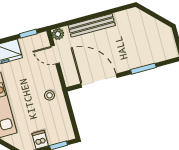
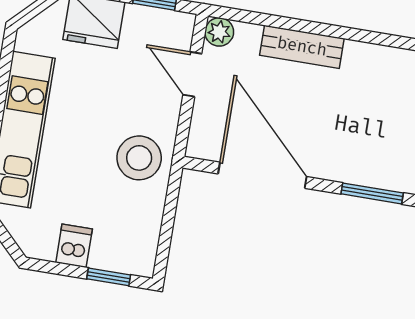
bench: (92, 25) -> (302, 47), width x0.73
stool: (49, 95) -> (139, 158), width x1.89, depth x1.89

